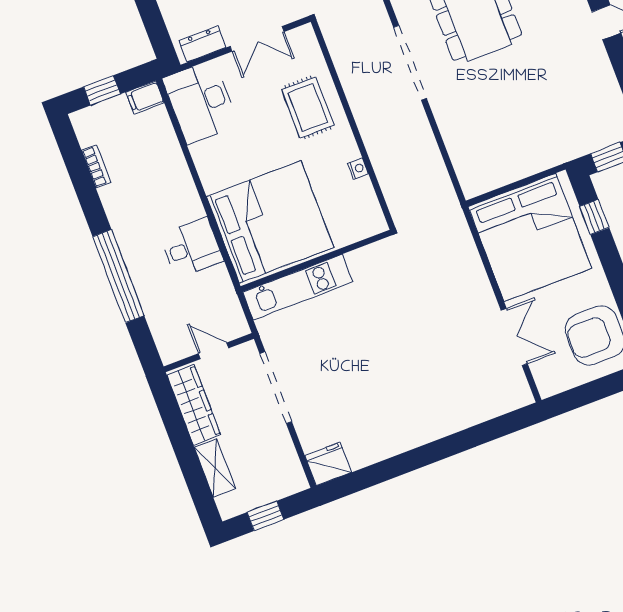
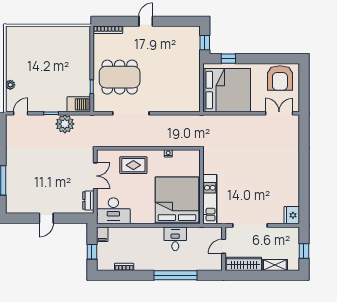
double door: (514, 337) -> (279, 113), moved

